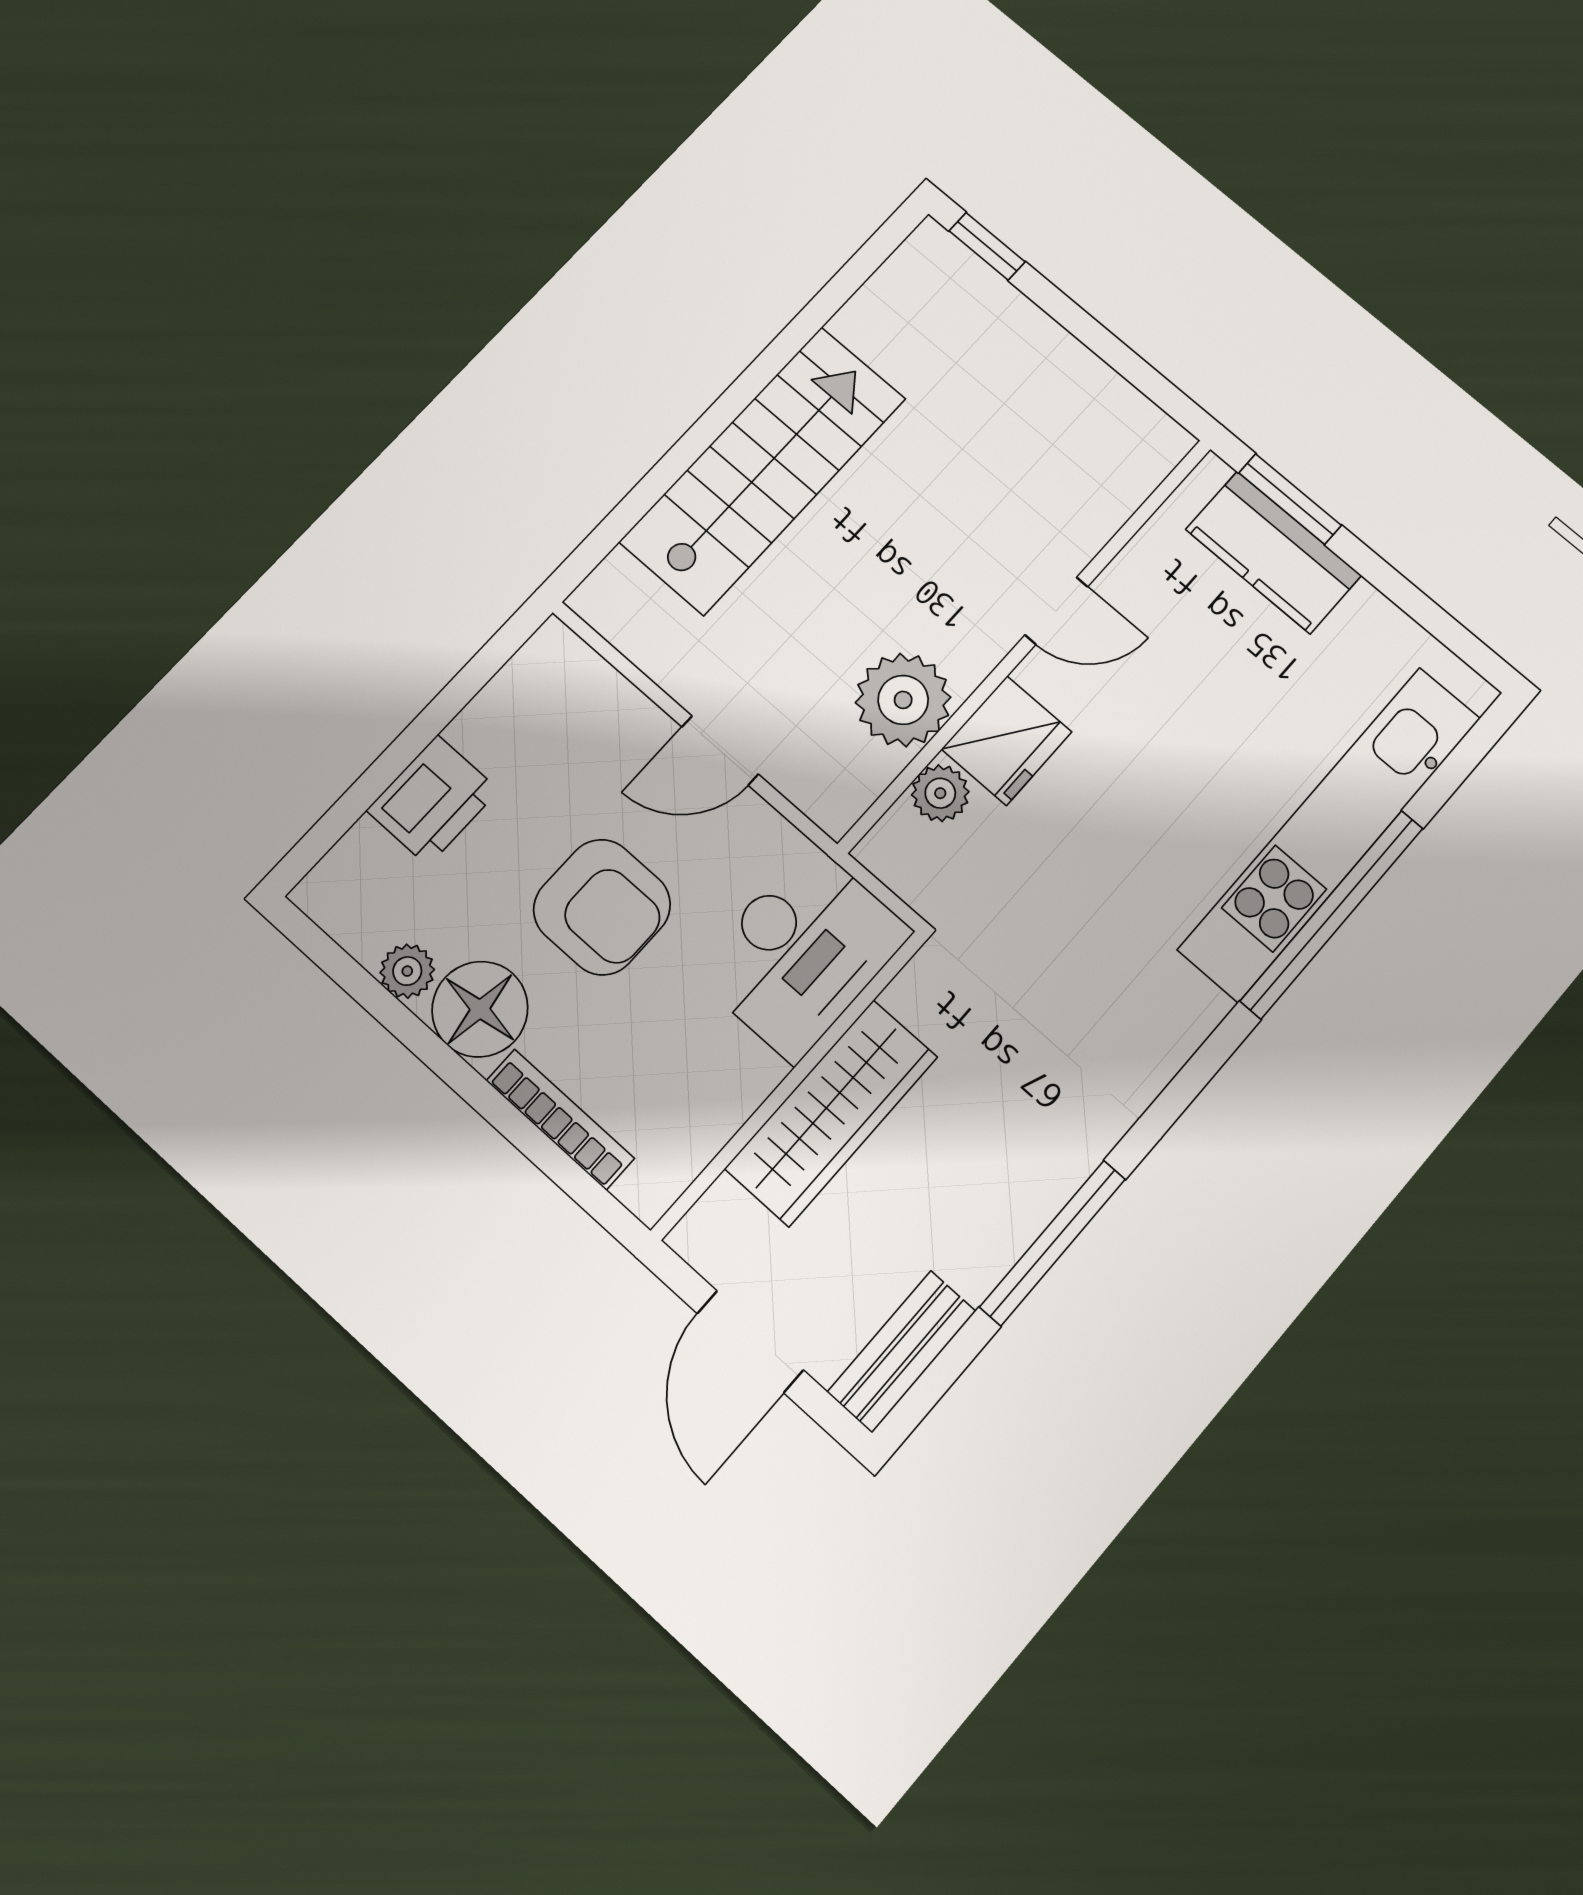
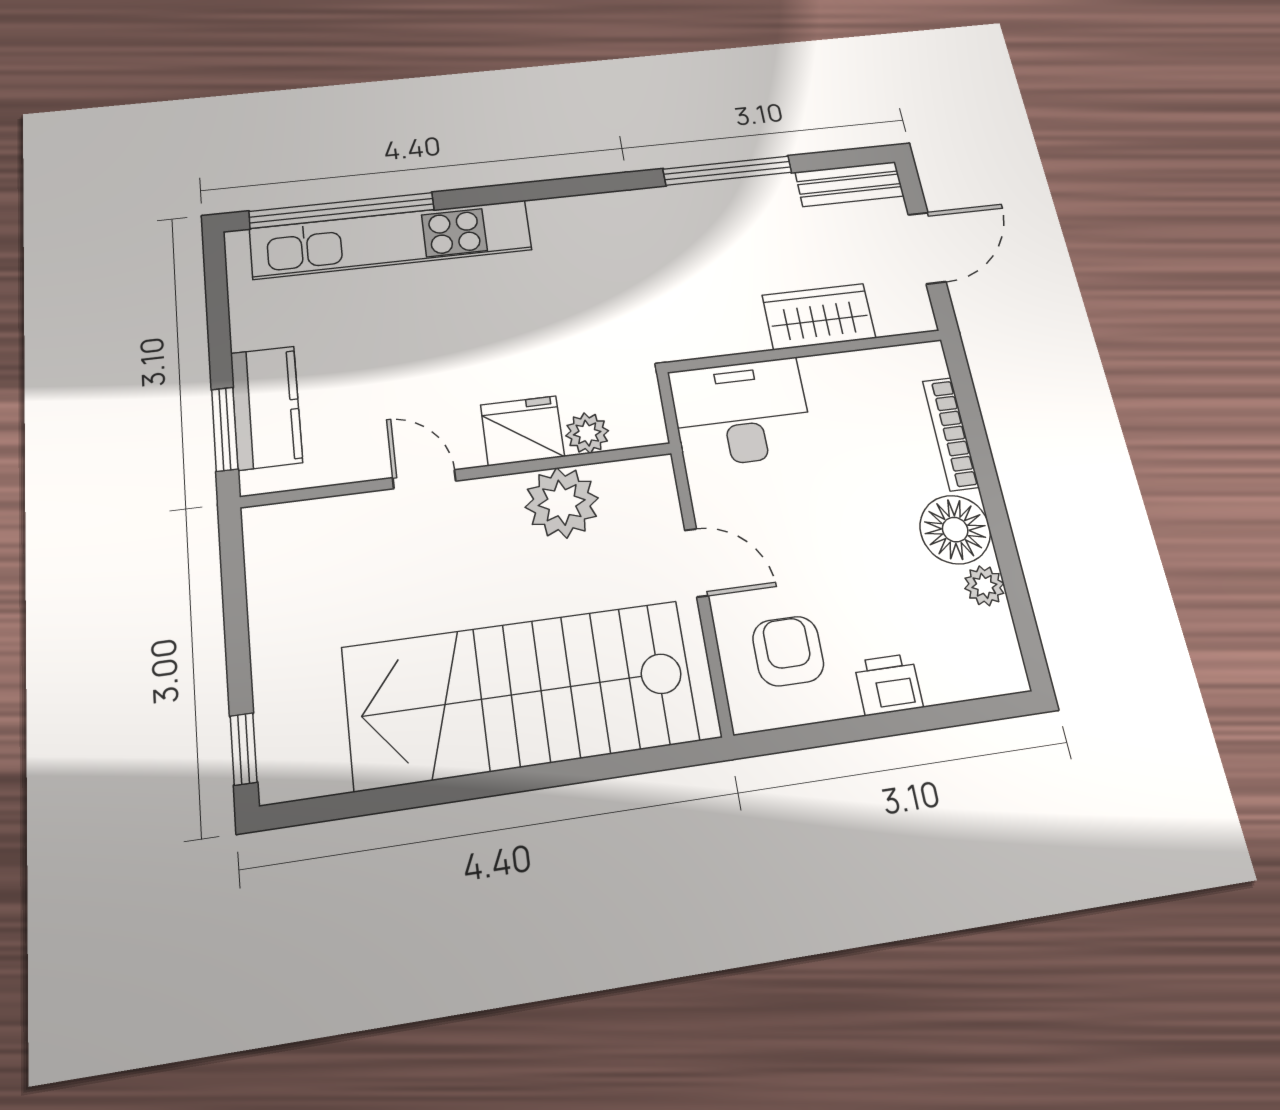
stairs: (763, 470) -> (520, 694), width x1.36, depth x1.51
printer: (433, 800) -> (888, 685), width x0.73, depth x0.81
armchair: (602, 907) -> (788, 651), moved, width x0.72, depth x0.72
window: (1332, 914) -> (342, 210), moved
wardrobe: (831, 1113) -> (819, 316), width x0.67

